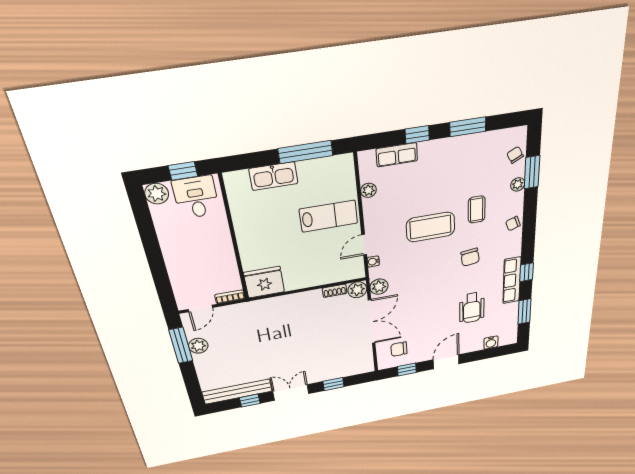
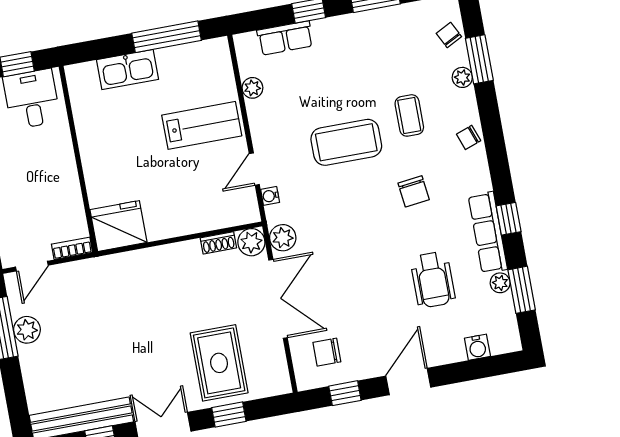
plant: (513, 308) -> (500, 283), added
rug: (329, 358) -> (219, 363), added

